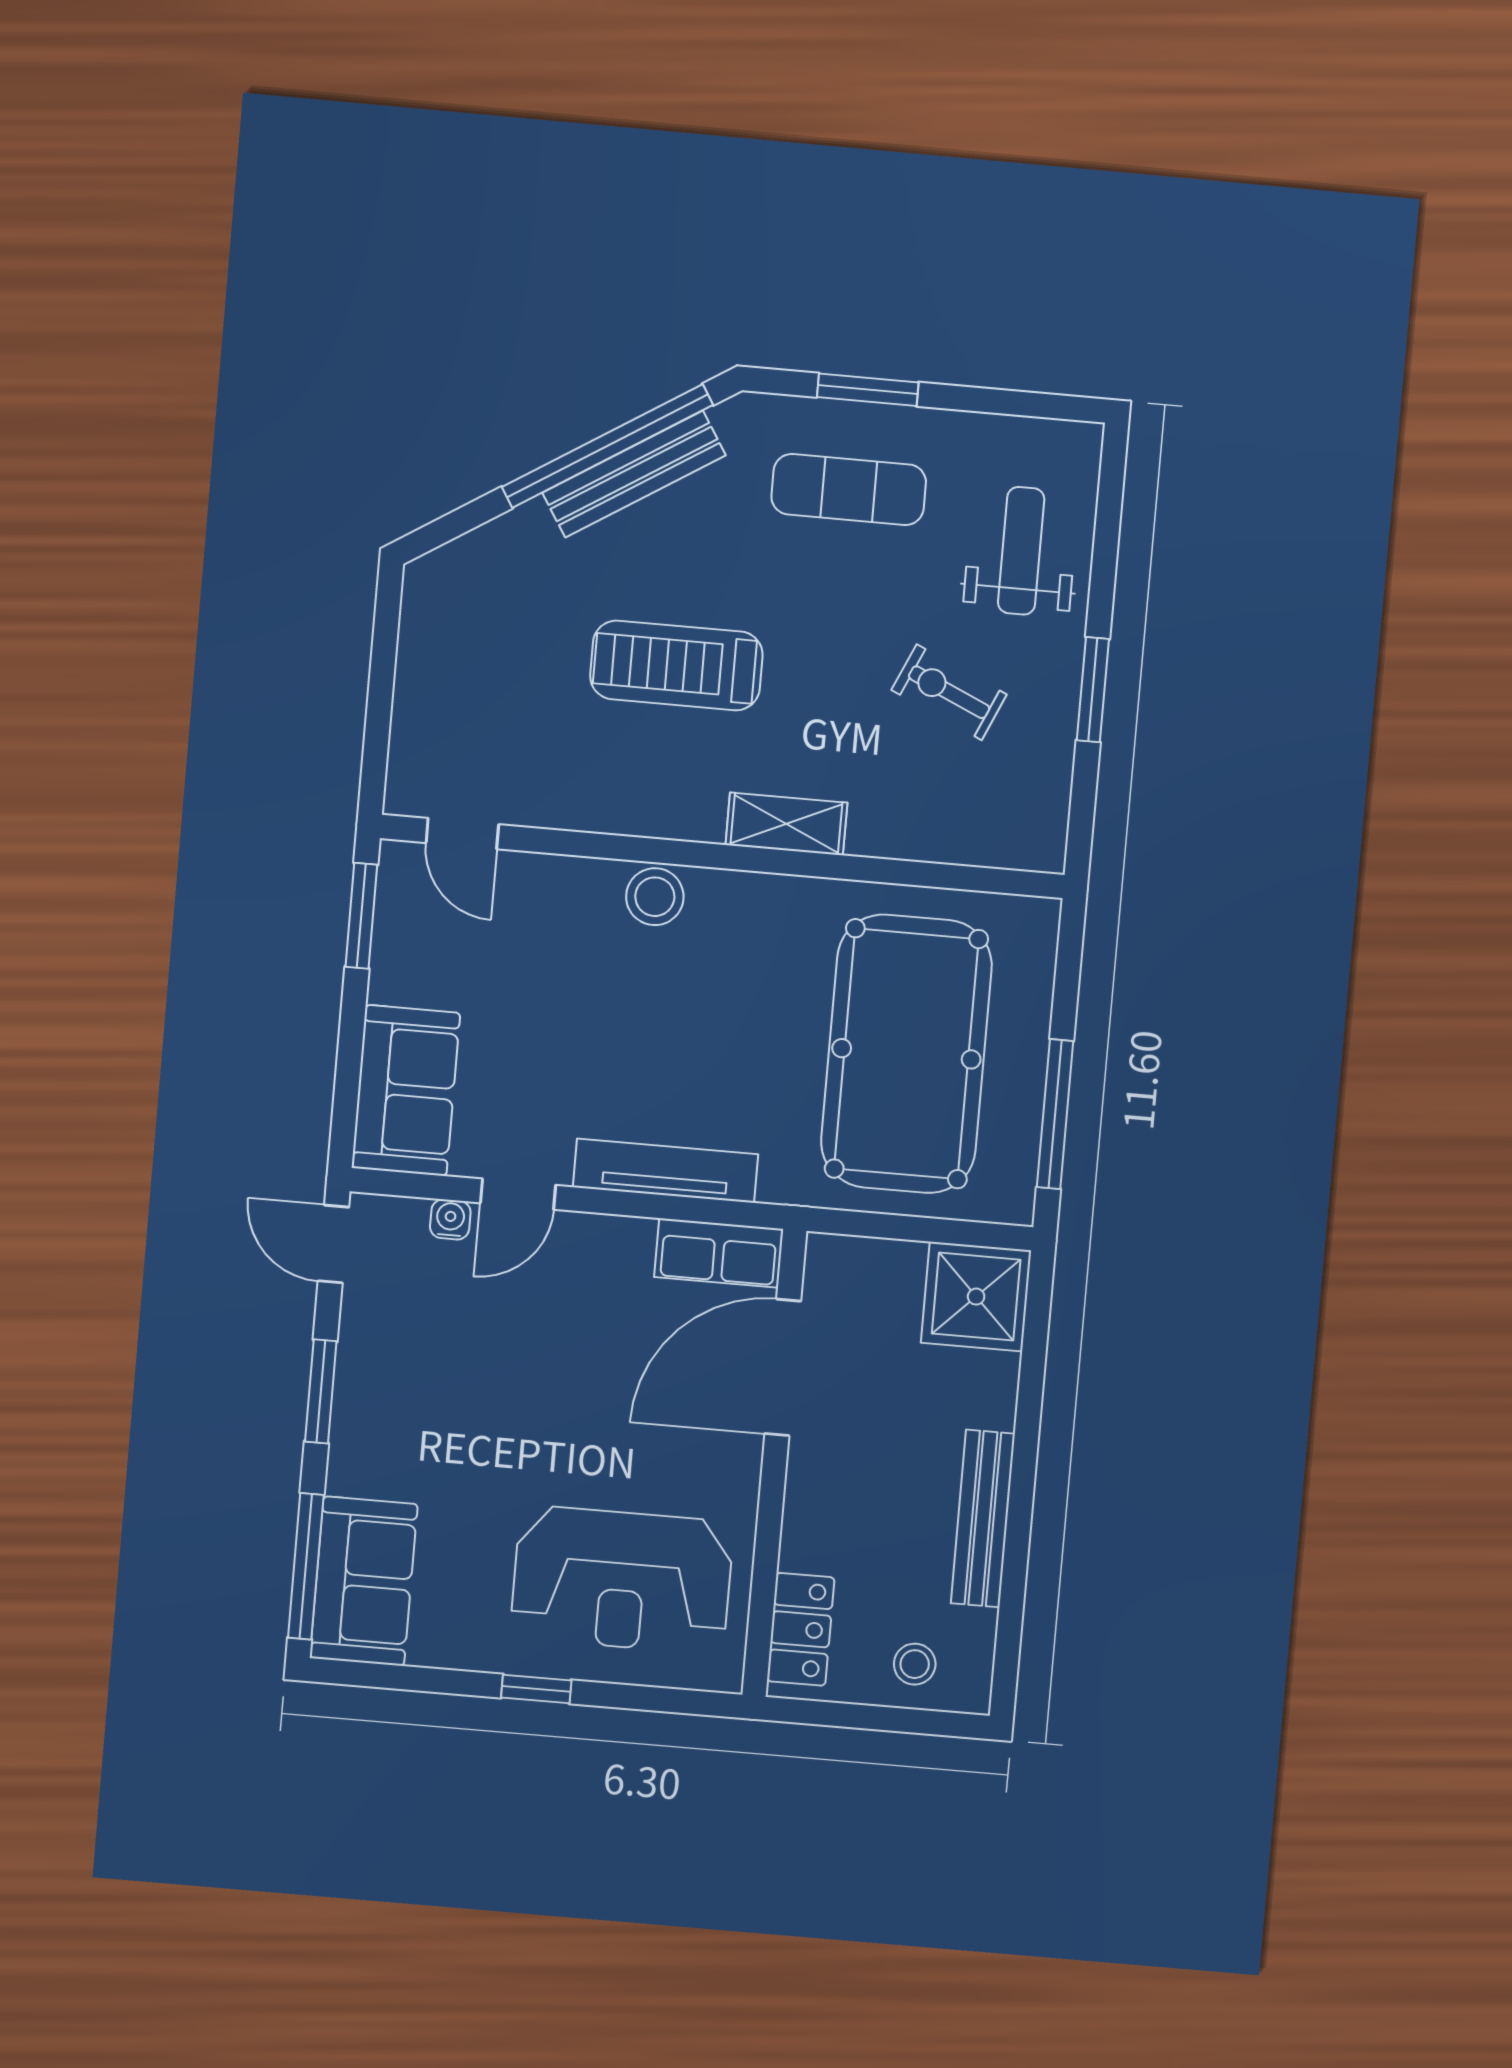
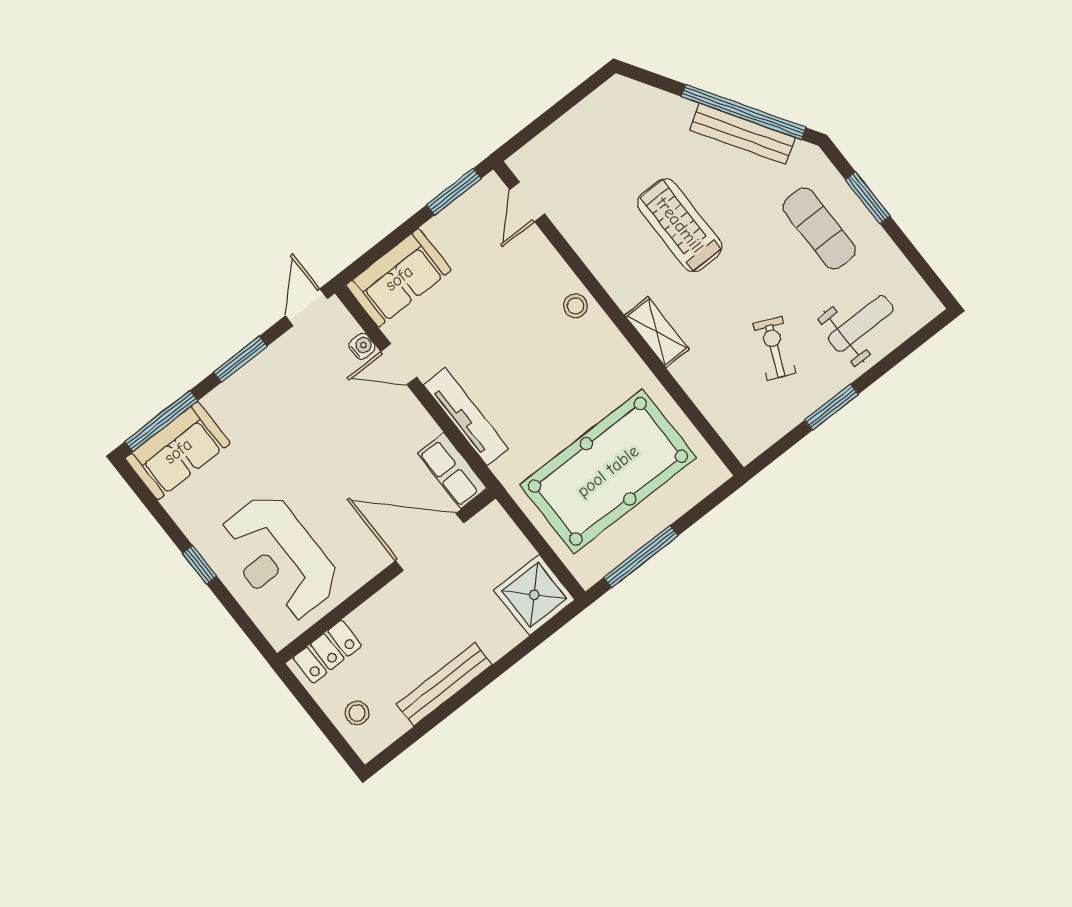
stool: (655, 897) -> (576, 306), width x0.73, depth x0.73

